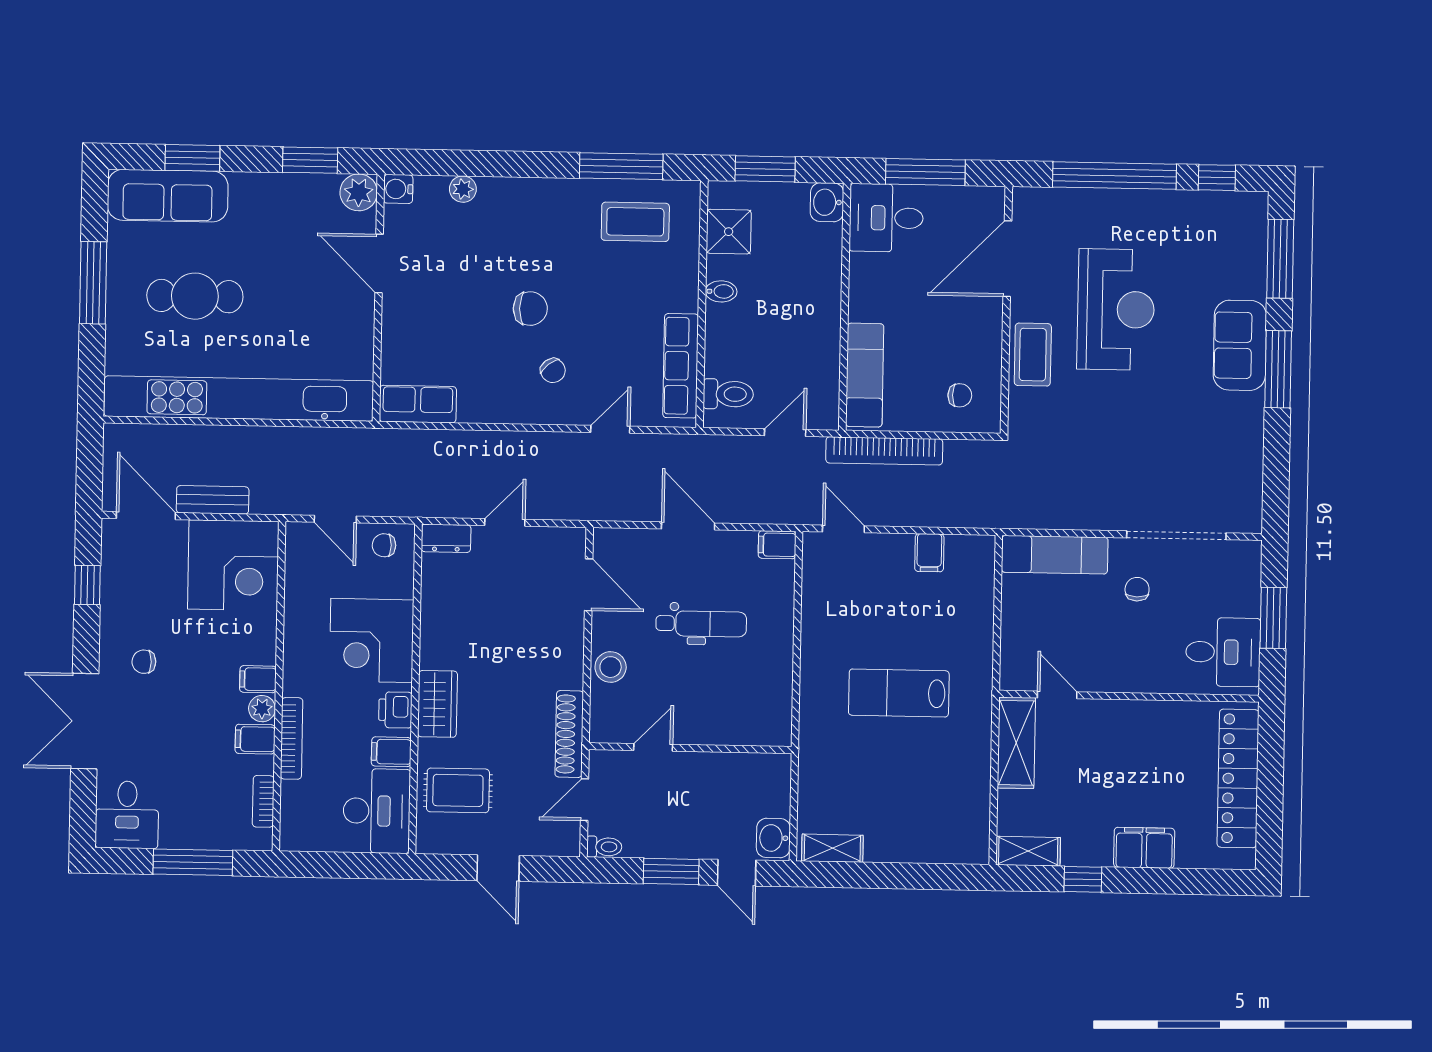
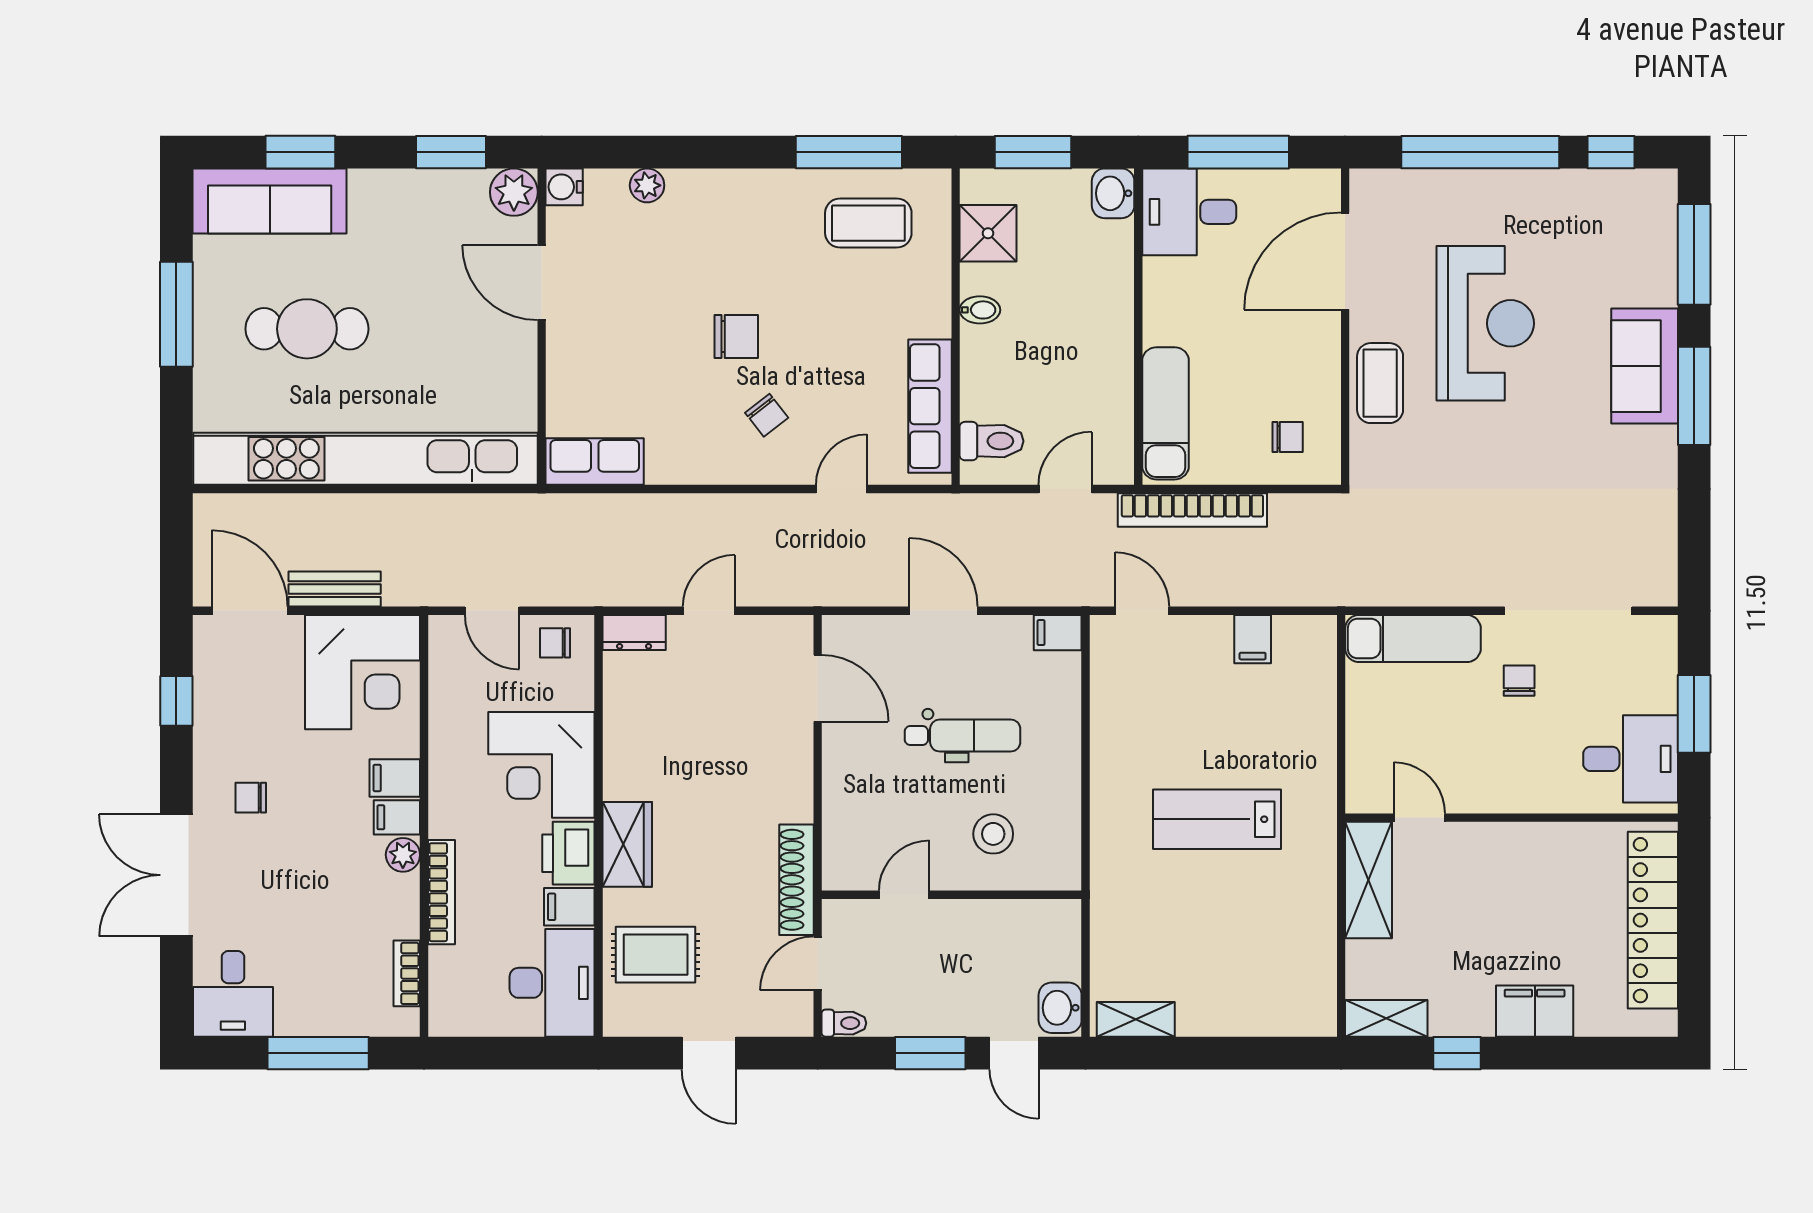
stool: (611, 667) -> (993, 834), moved
printer: (395, 710) -> (568, 853), width x1.36, depth x1.24
filing cabinet: (255, 739) -> (395, 778), moved

